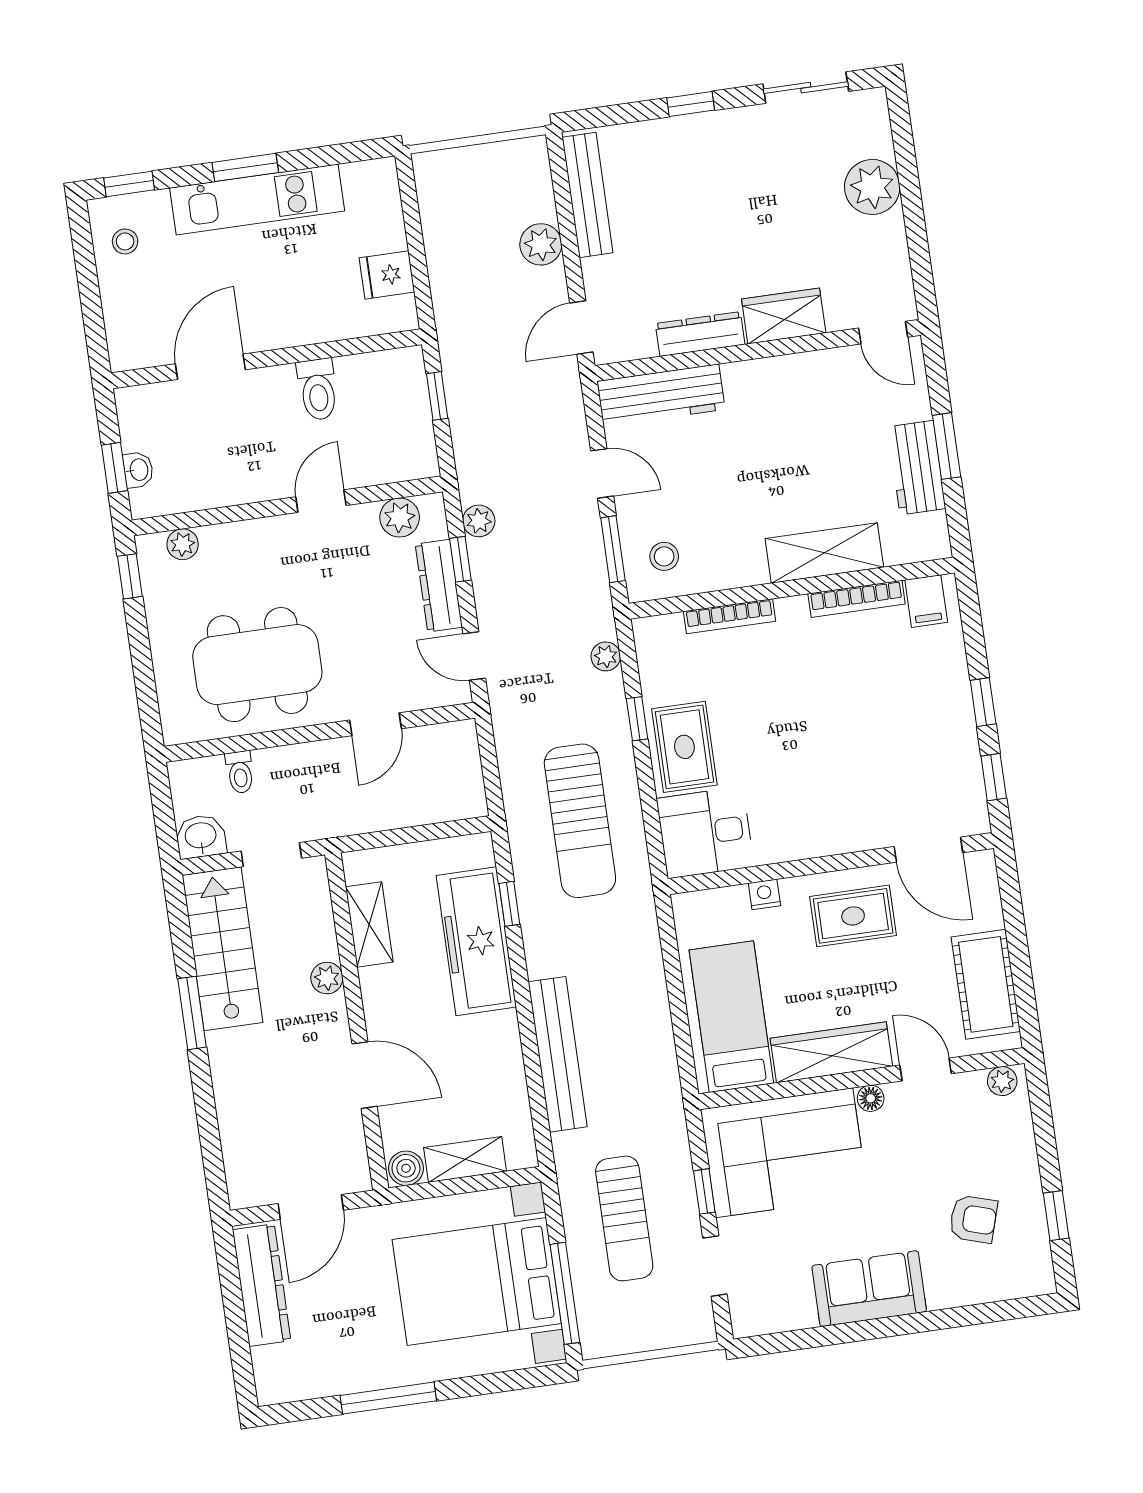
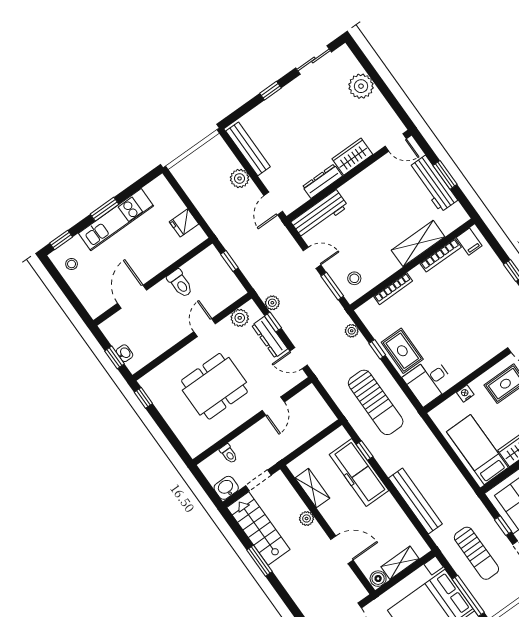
workbench: (917, 468) -> (433, 184), width x1.38
plant: (183, 544) -> (158, 374), removed
dining table: (257, 665) -> (214, 386), moved

